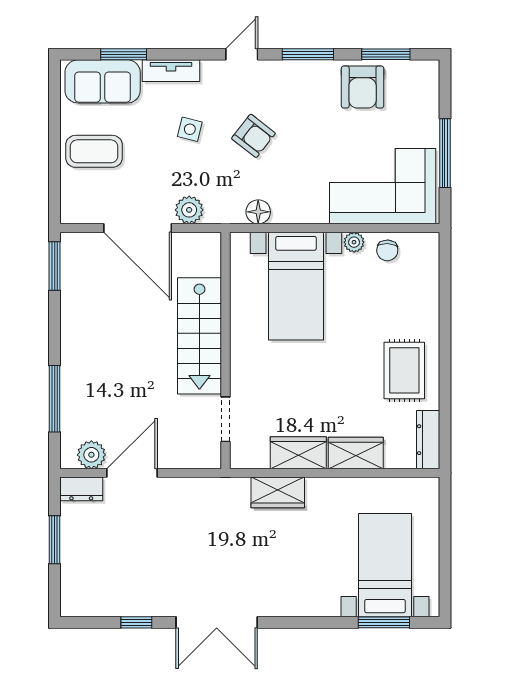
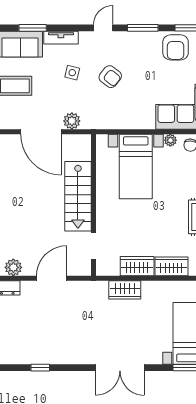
floor lamp: (258, 212) -> (113, 122), removed
door: (132, 473) -> (52, 278), moved
double door: (217, 622) -> (120, 368), moved

